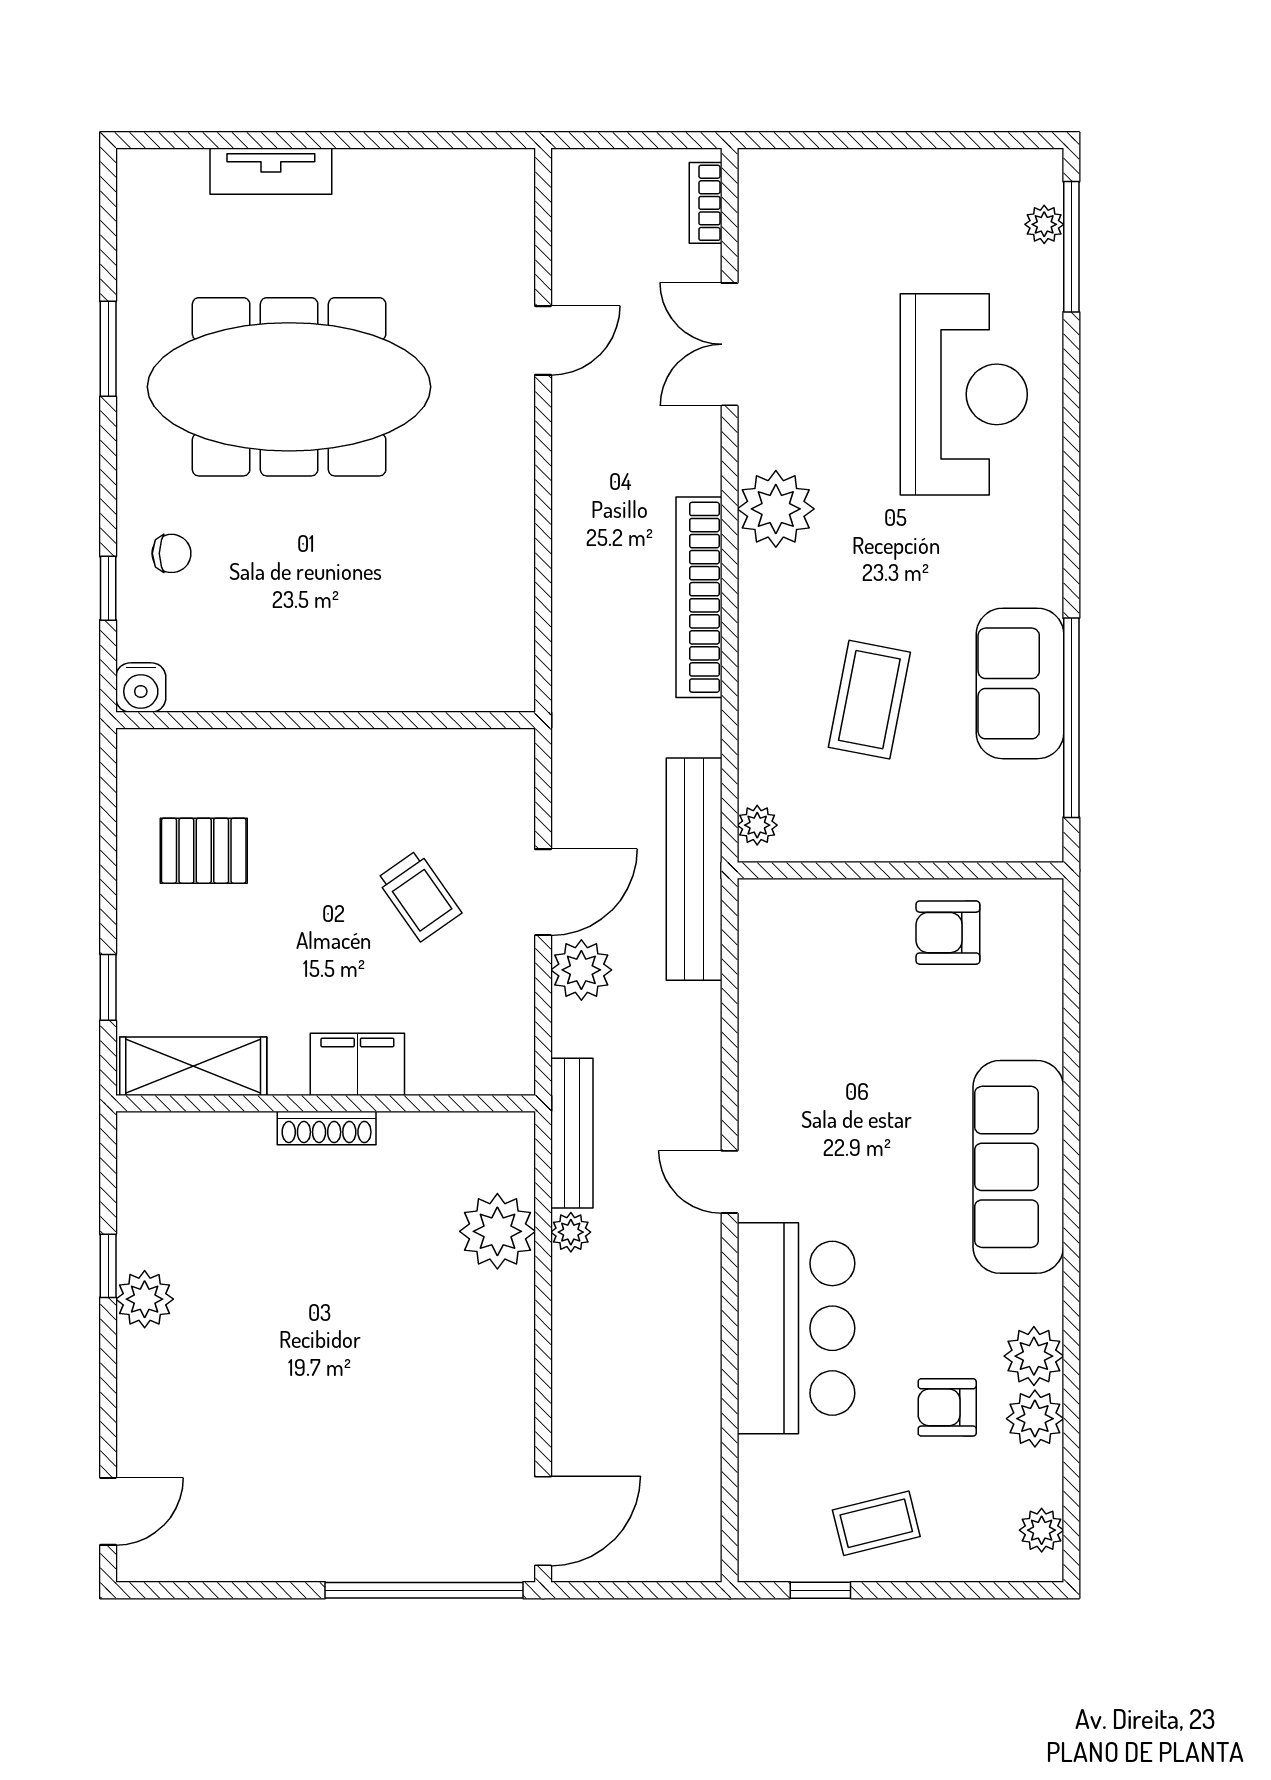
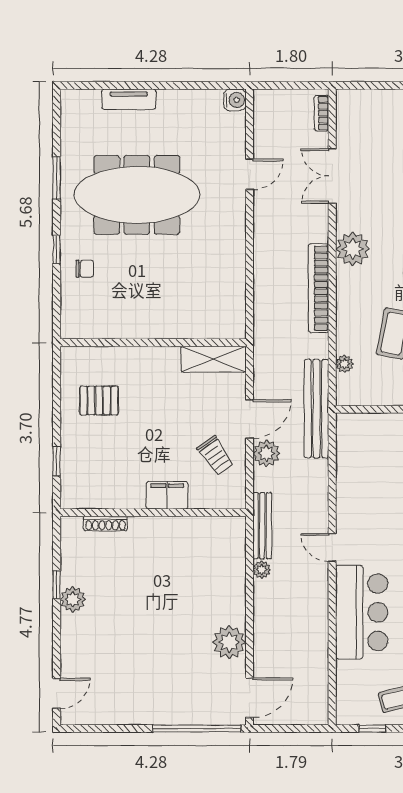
window: (108, 588) -> (57, 249), moved
water cooler: (141, 688) -> (235, 100), moved, turned -90
plant: (757, 825) -> (344, 364), moved
trolley: (419, 896) -> (215, 455), moved
shelving: (193, 1066) -> (214, 359), moved
shoe rack: (327, 1128) -> (105, 523), moved
plant: (497, 1231) -> (229, 642), moved

